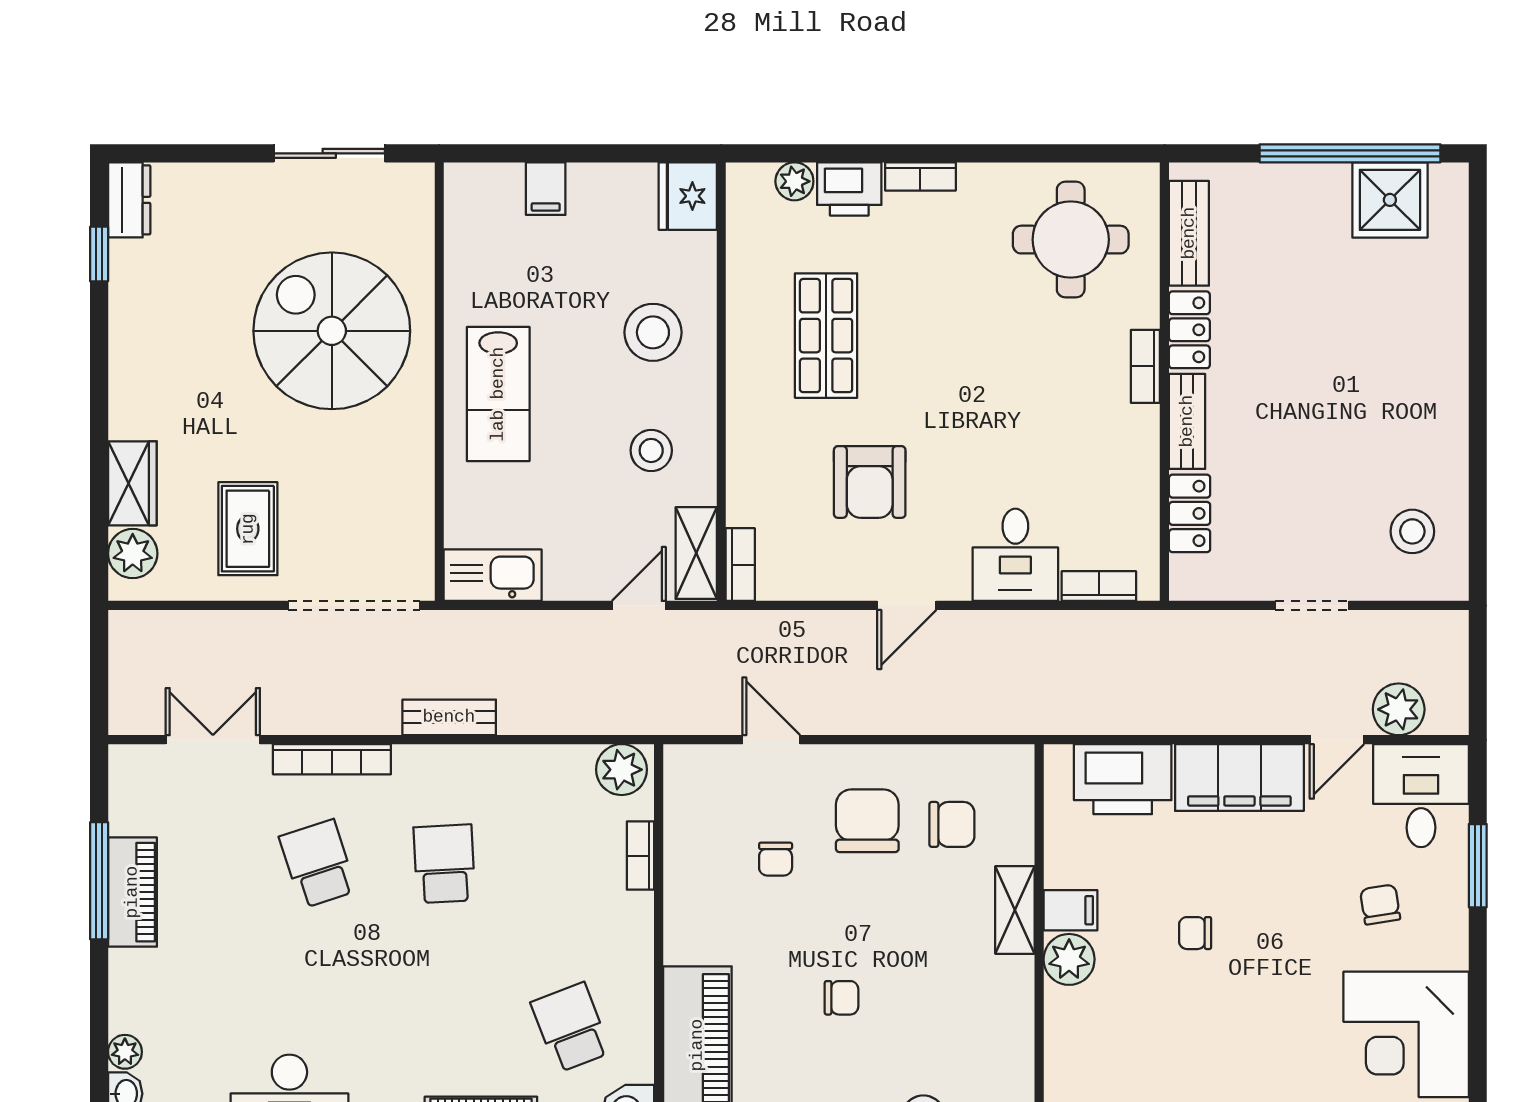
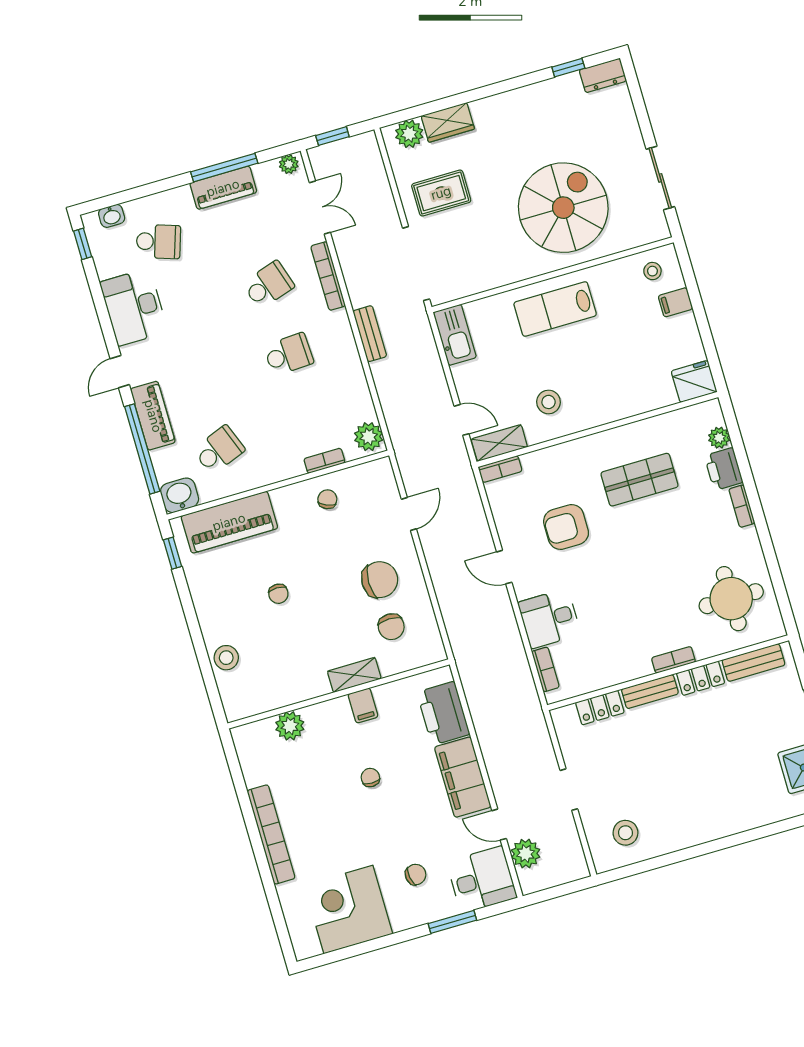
stool: (653, 332) -> (652, 271), moved, width x0.53, depth x0.53
window: (99, 684) -> (332, 136), added
chair: (776, 859) -> (327, 499), moved, turned 113
plant: (1069, 959) -> (290, 726), moved
school desk: (191, 1027) -> (158, 242), added
plant: (125, 1052) -> (289, 164), moved

